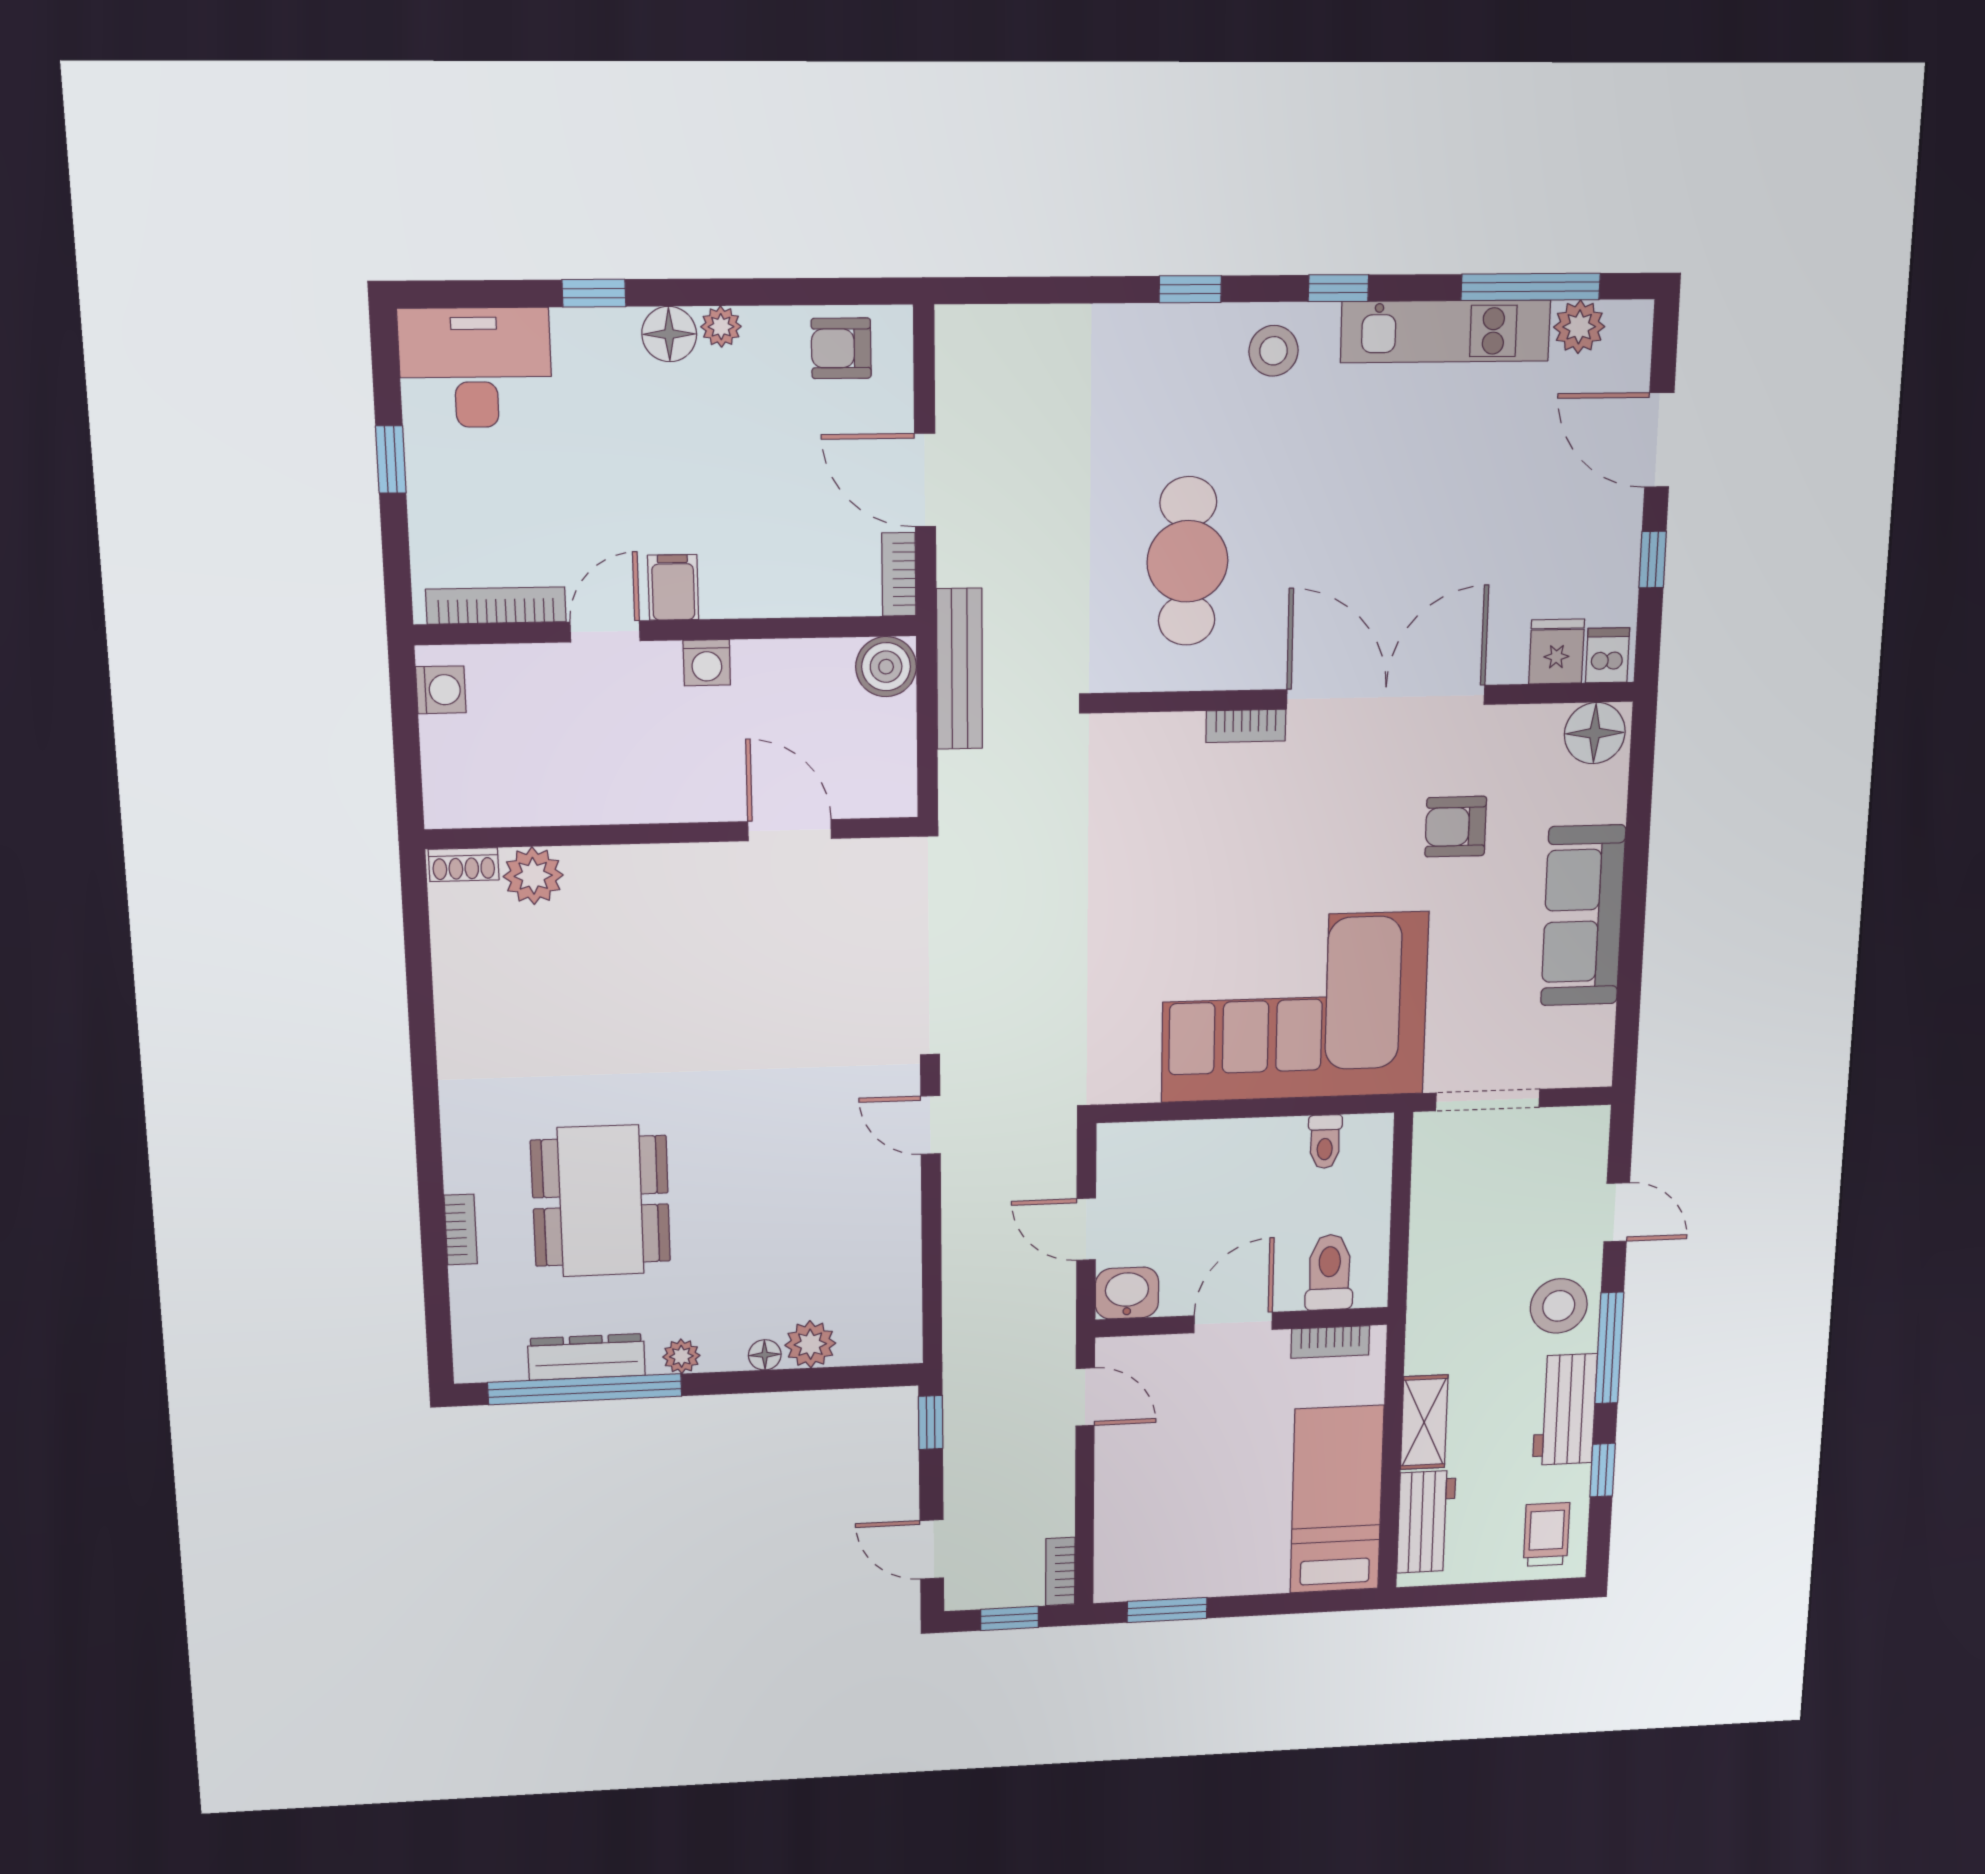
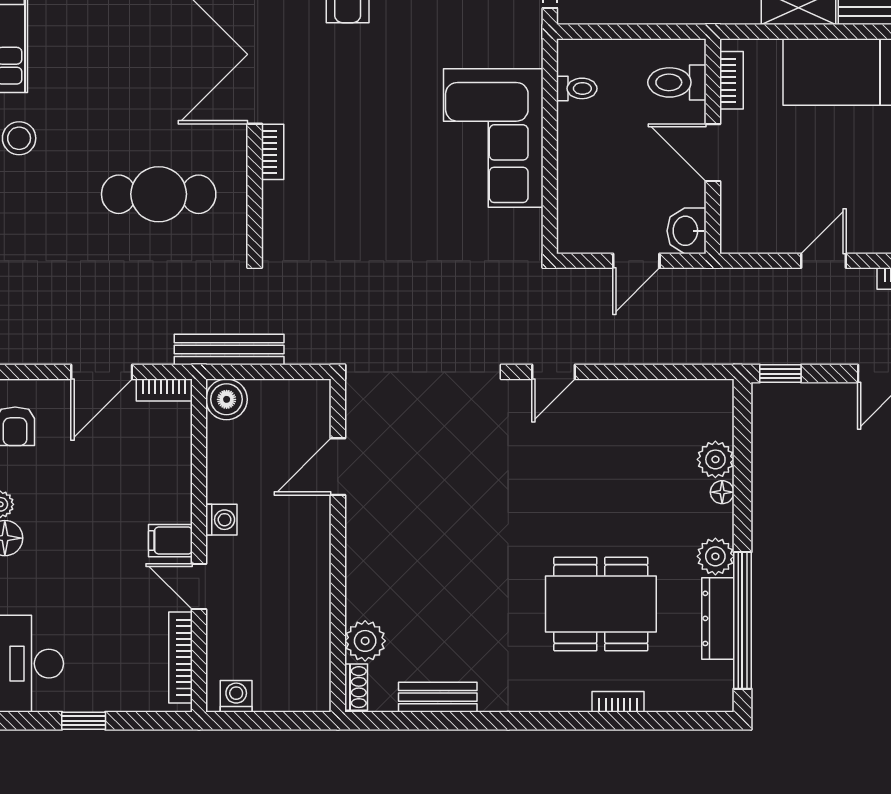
bench: (455, 981) -> (438, 697), added
corner sofa: (1295, 1007) -> (493, 138), width x0.73, depth x0.74
plant: (681, 1356) -> (715, 556), width x1.38, depth x1.38
door: (1085, 1397) -> (824, 261), moved

